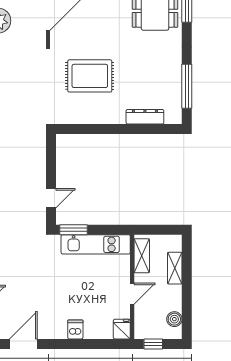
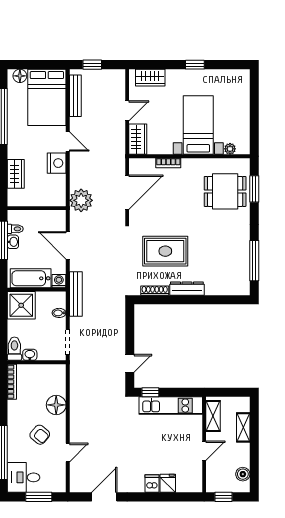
dresser: (145, 117) -> (187, 289), moved
shoe rack: (78, 119) -> (155, 291), added
window: (73, 230) -> (150, 392), width x0.67
fridge: (122, 329) -> (168, 483), moved

